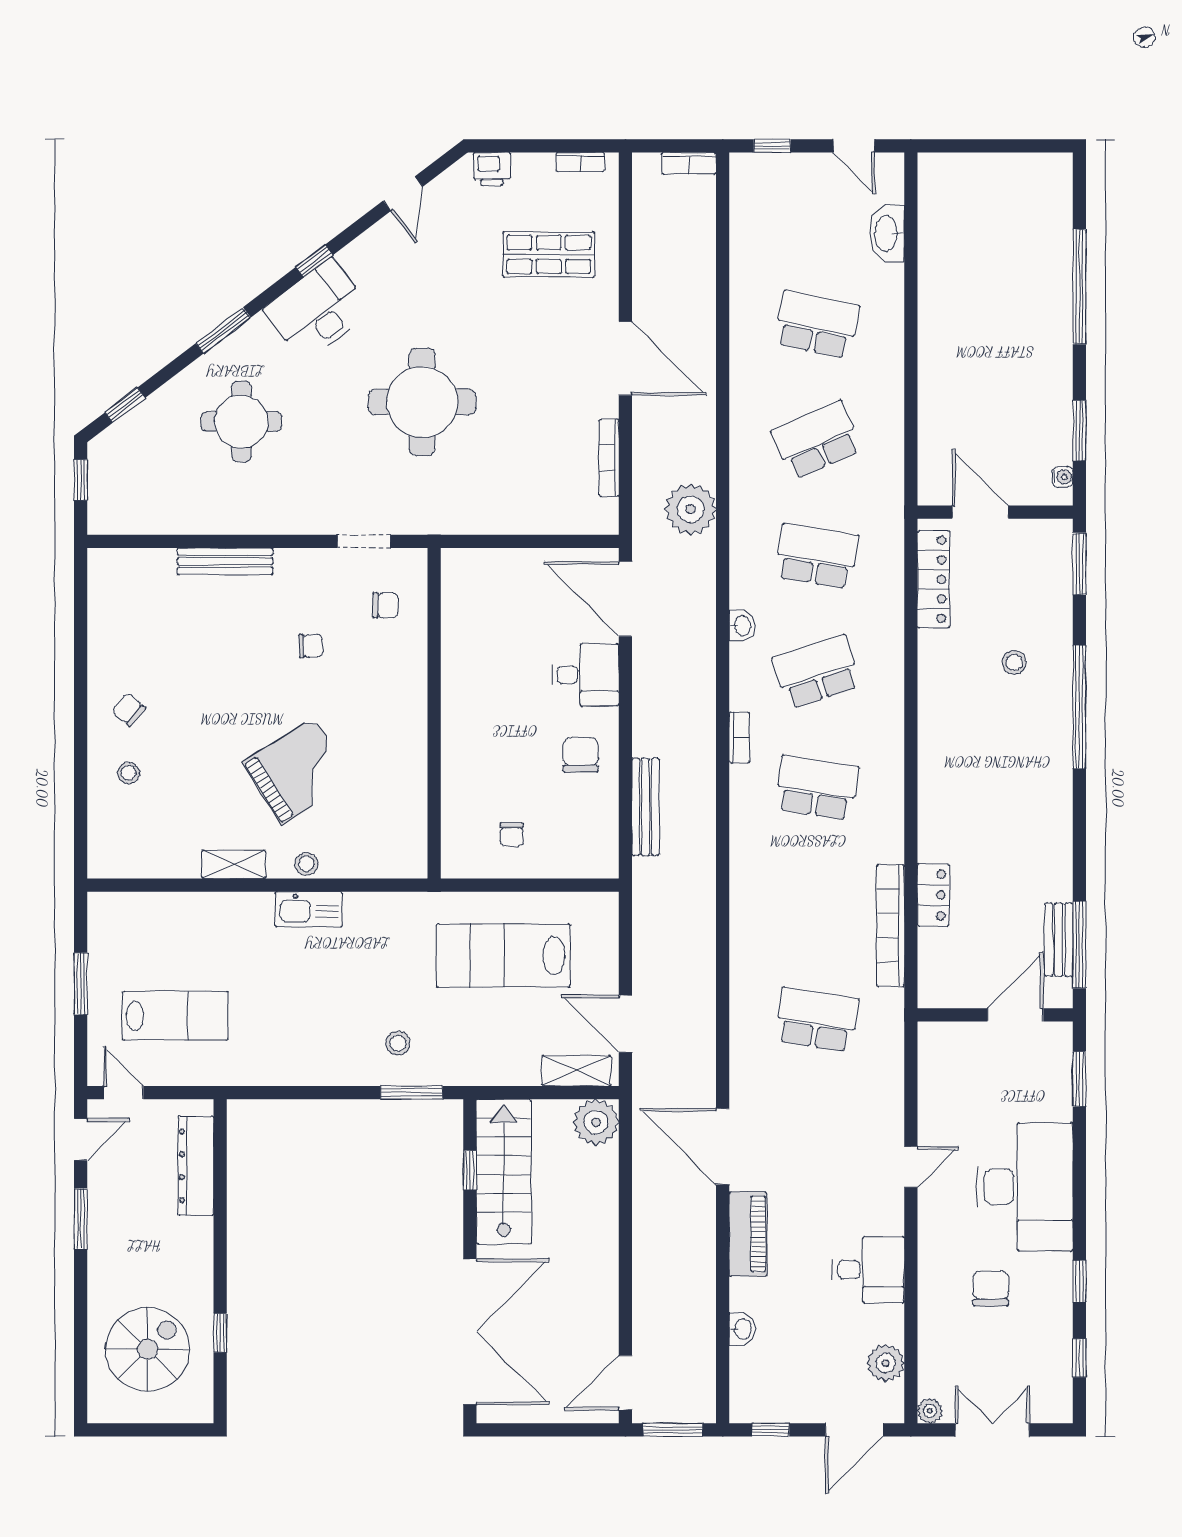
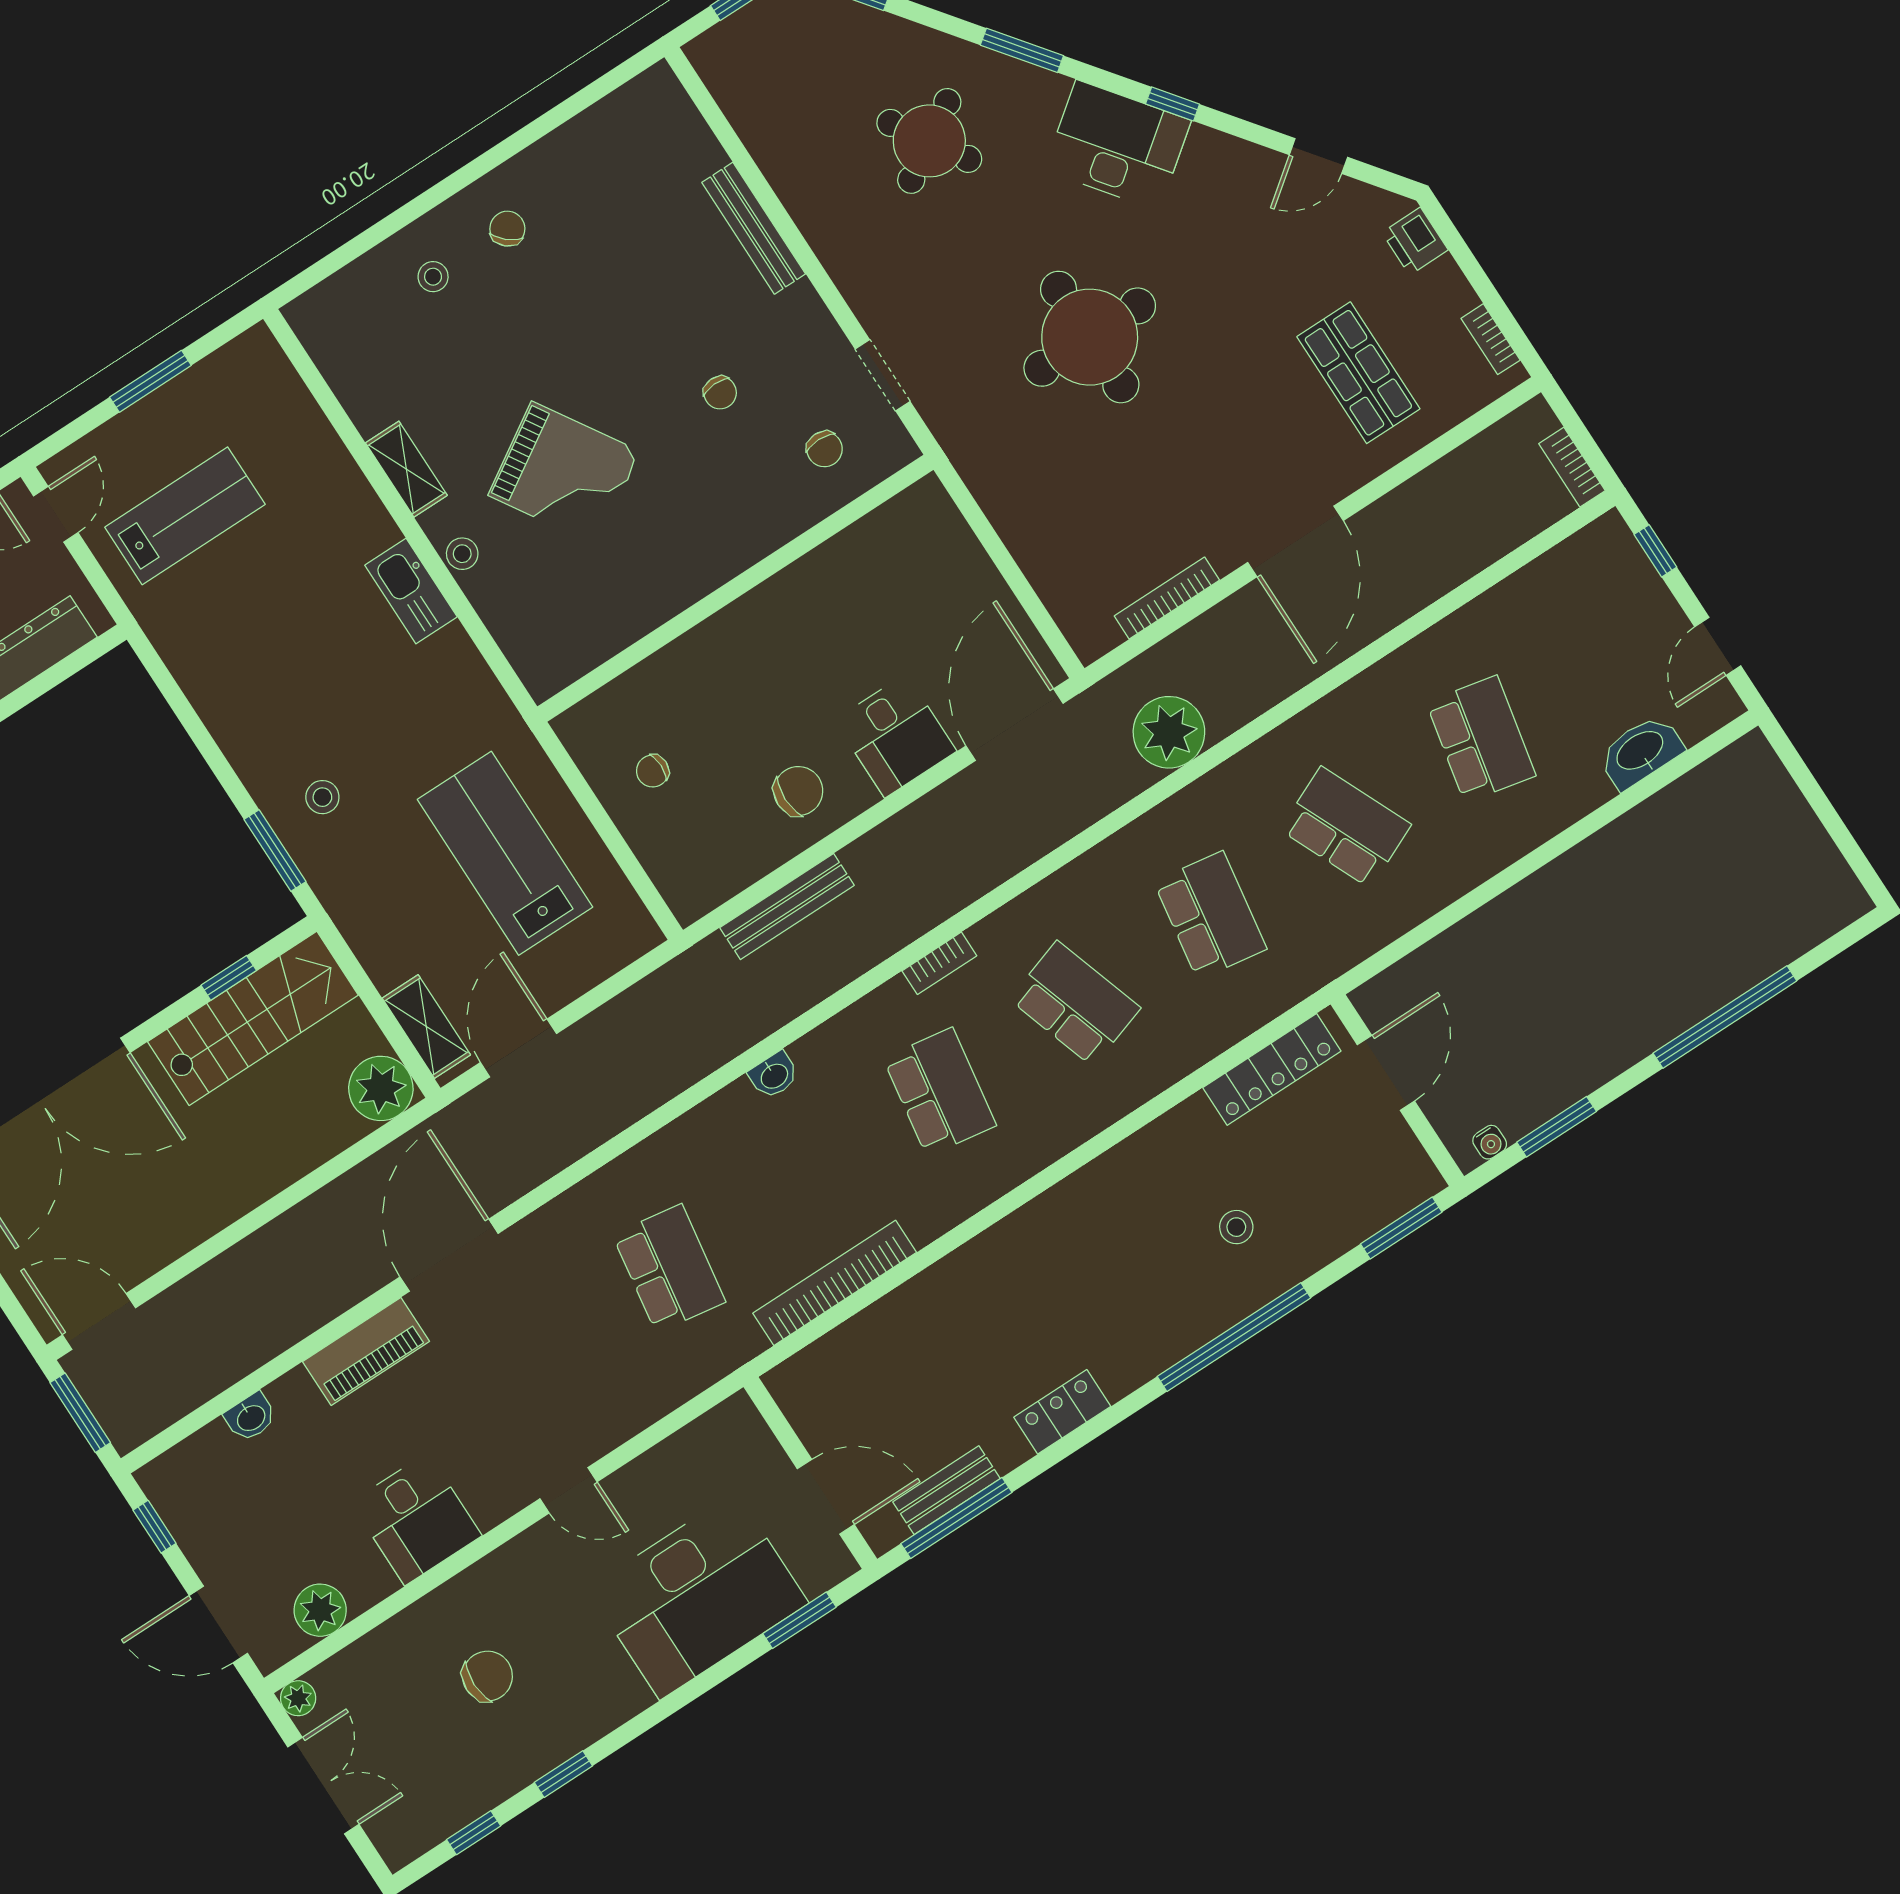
round table: (241, 422) -> (929, 141), turned -32
washbasin: (742, 626) -> (774, 1075), moved
locker: (933, 895) -> (1062, 1412), moved, turned 180
lab bench: (175, 1016) -> (185, 516), turned -90
desk: (1025, 1187) -> (698, 1596), moved

